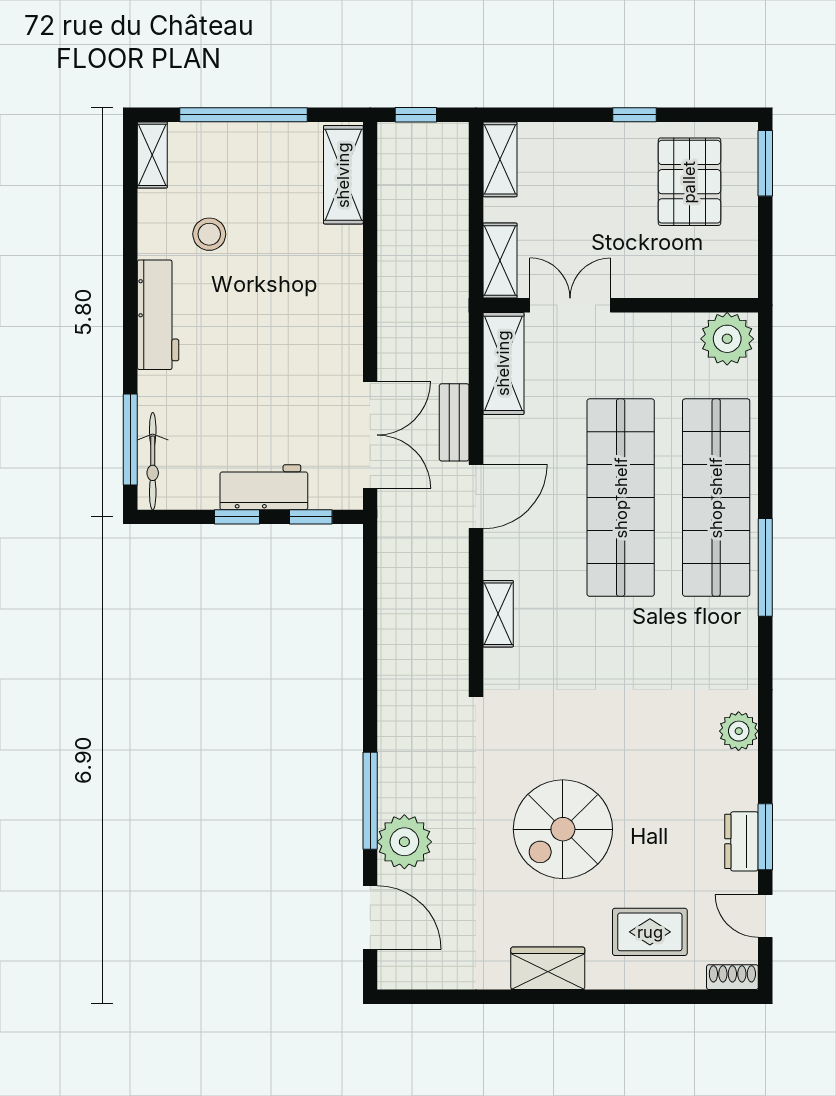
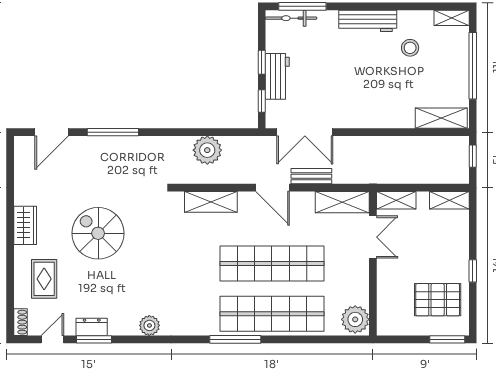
shelving: (498, 614) -> (211, 202), width x1.50, depth x1.33
plant: (404, 842) -> (207, 150), moved

